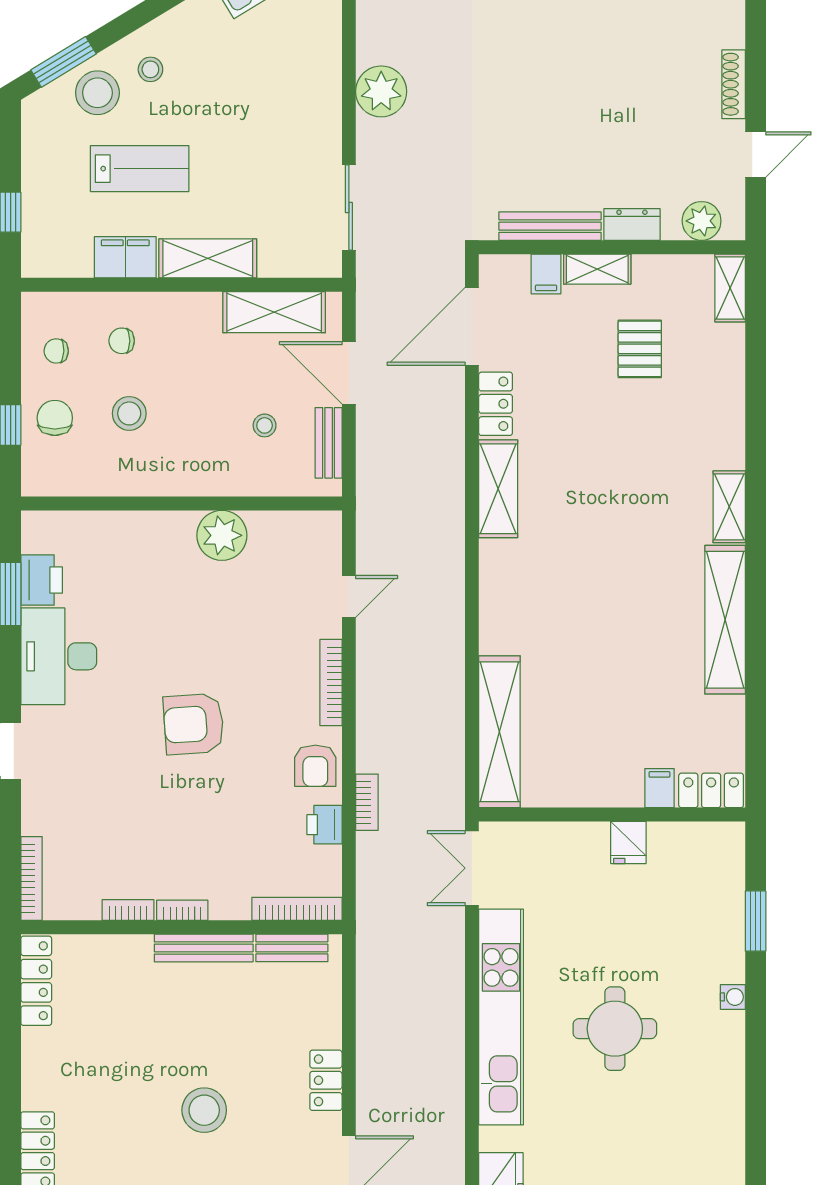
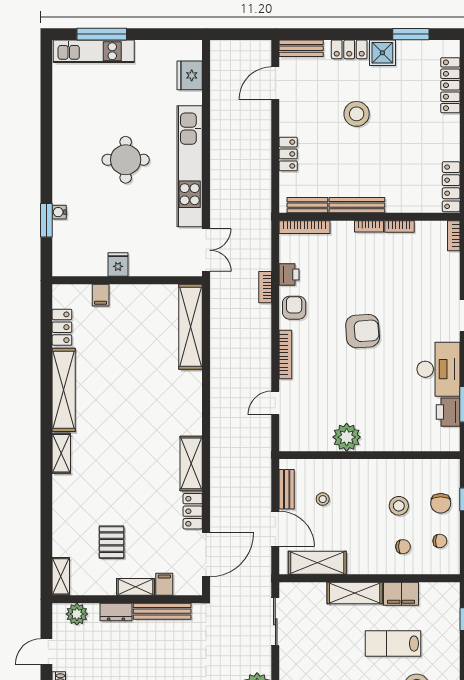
locker: (711, 790) -> (62, 327), moved, turned -90
bookcase: (31, 879) -> (454, 236), width x0.64
water cooler: (733, 997) -> (59, 212), moved
locker: (326, 1080) -> (288, 154), moved

